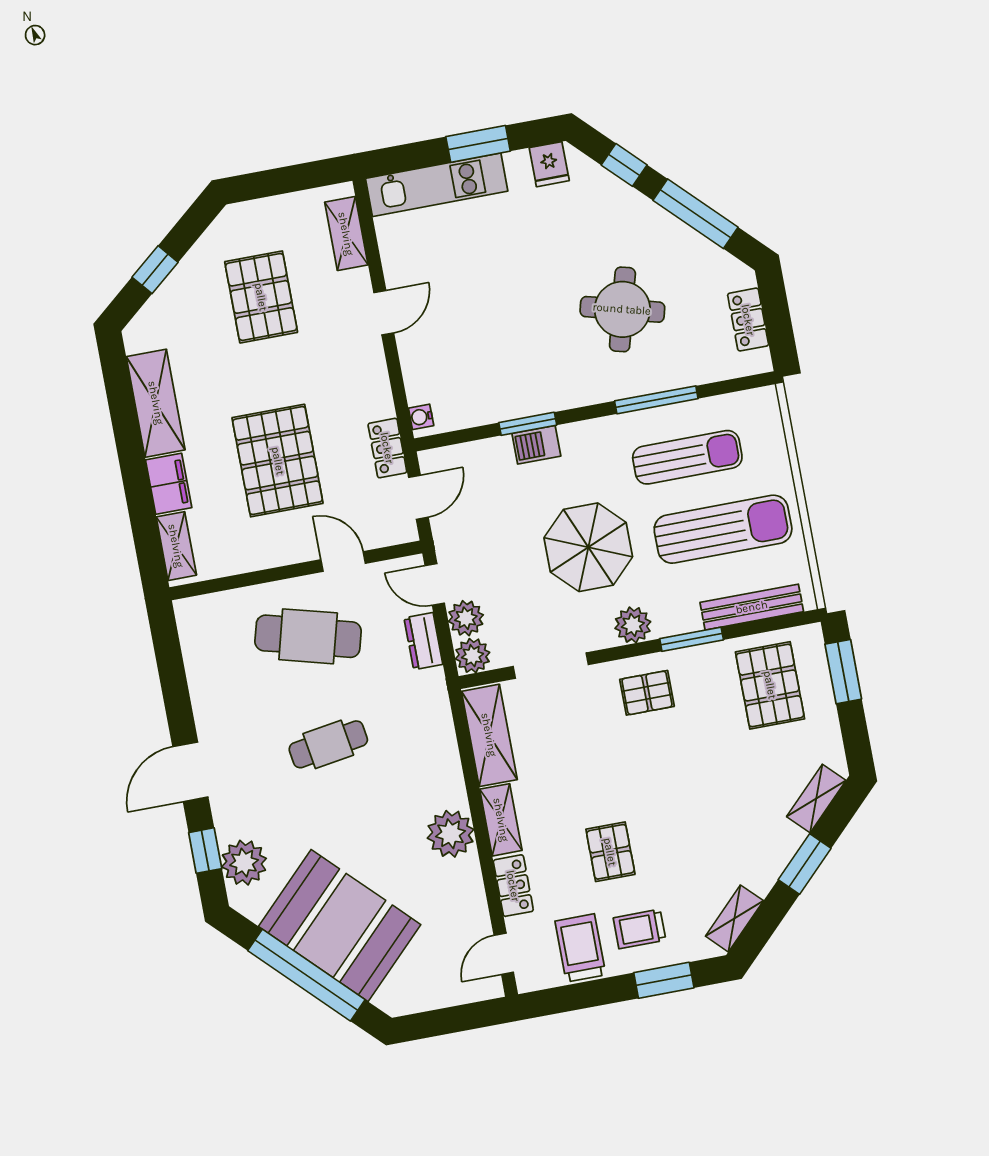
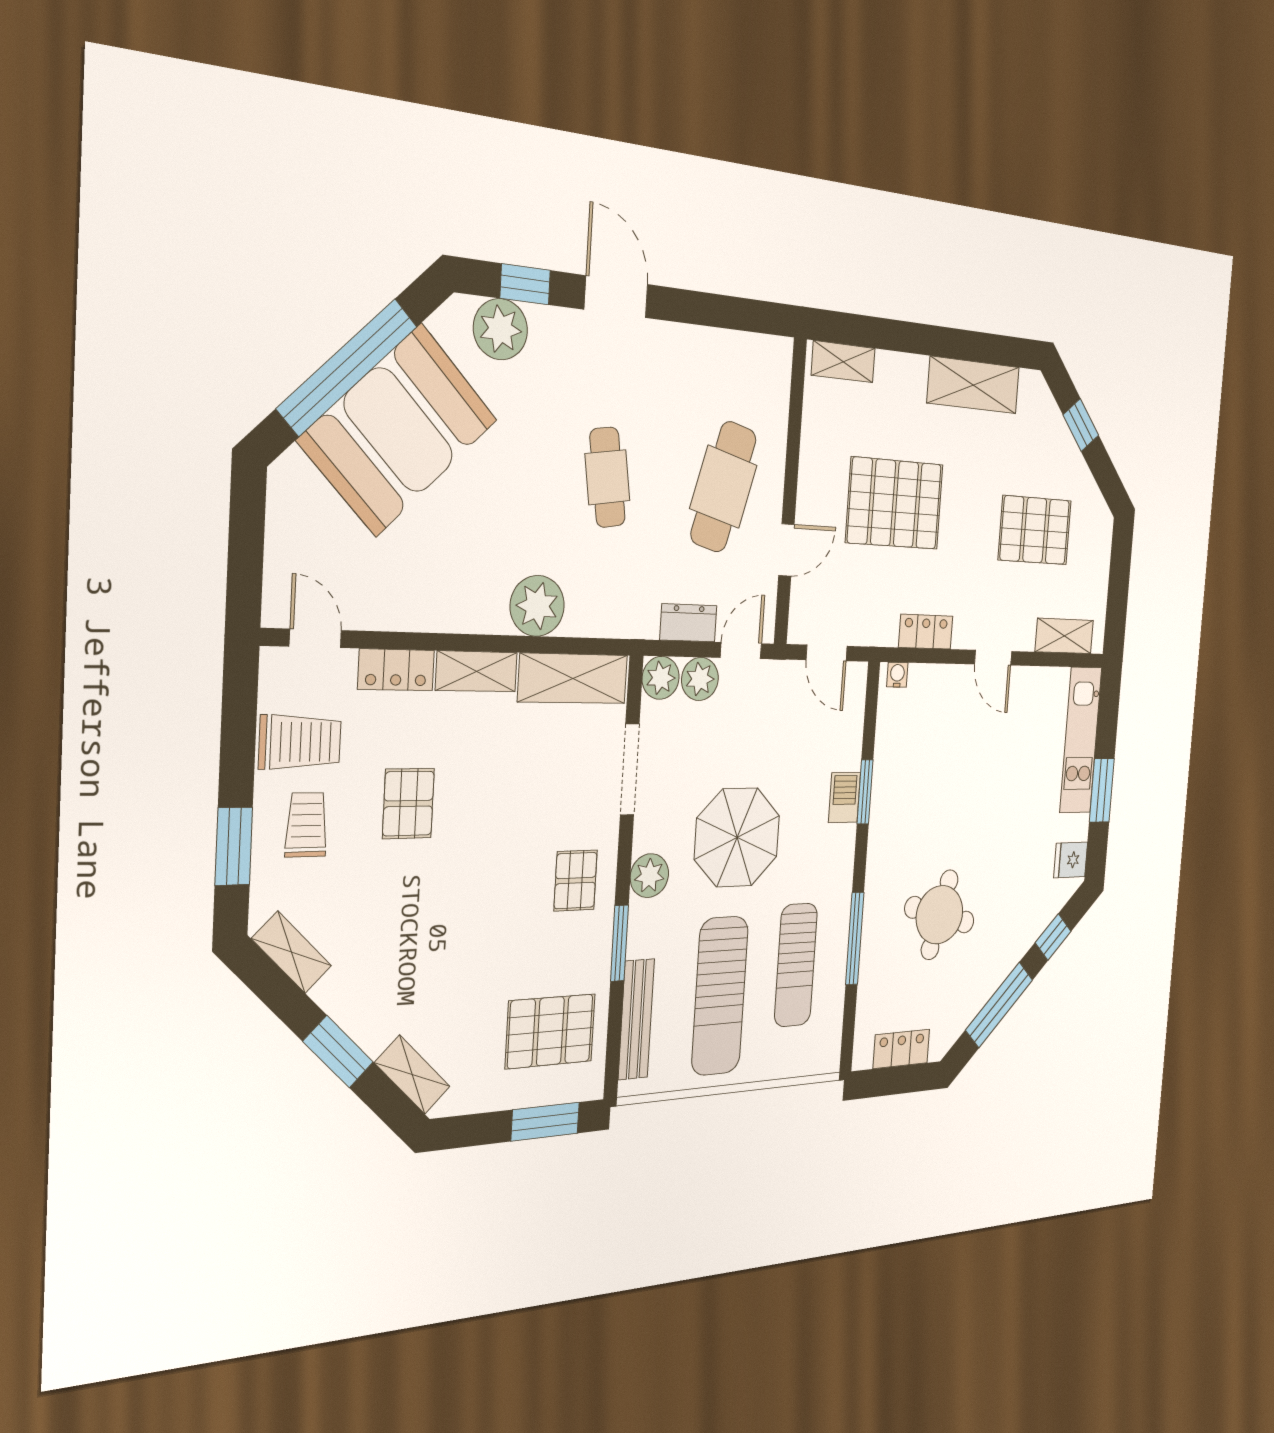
locker: (387, 448) -> (926, 632), moved
filing cabinet: (169, 484) -> (901, 374), removed
plant: (451, 834) -> (537, 606), moved
pallet: (610, 852) -> (408, 804), turned 90

